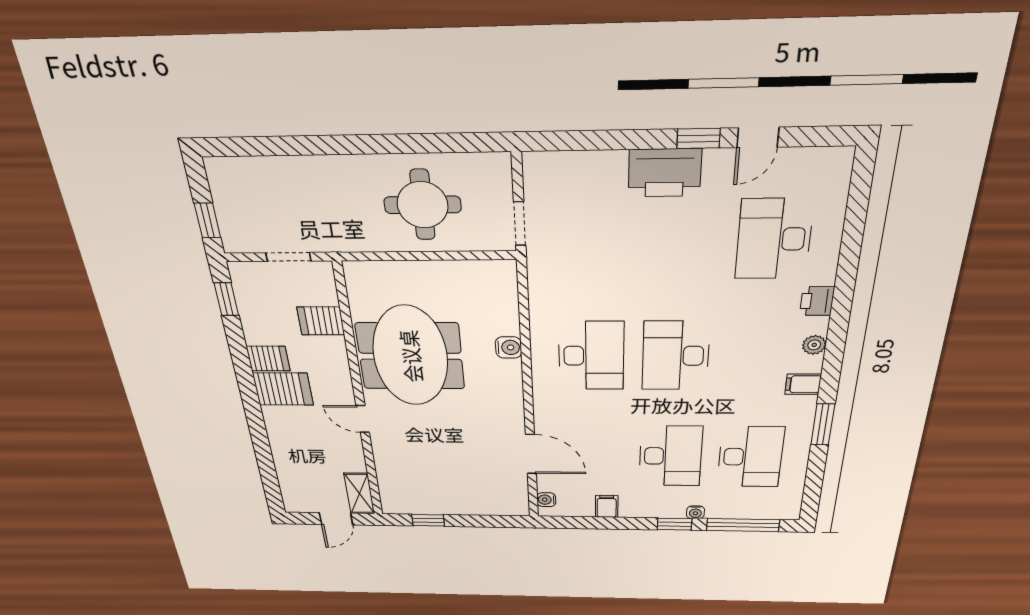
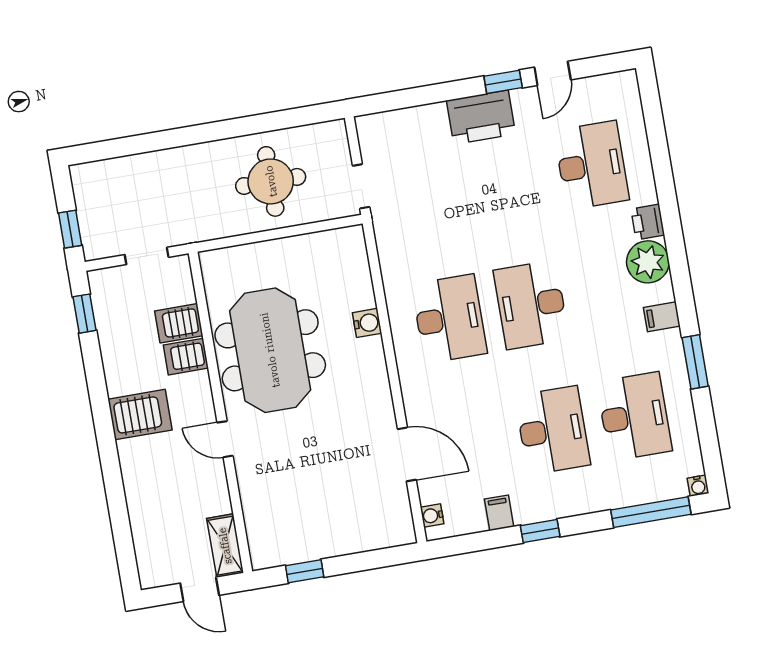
desk: (774, 239) -> (592, 165), turned 180
plant: (814, 345) -> (648, 262), width x1.88, depth x1.88
server rack: (268, 359) -> (186, 357), moved, turned 180
water cooler: (695, 512) -> (698, 486), moved
door: (336, 519) -> (200, 589), hinge flipped
window: (675, 524) -> (540, 531), moved

